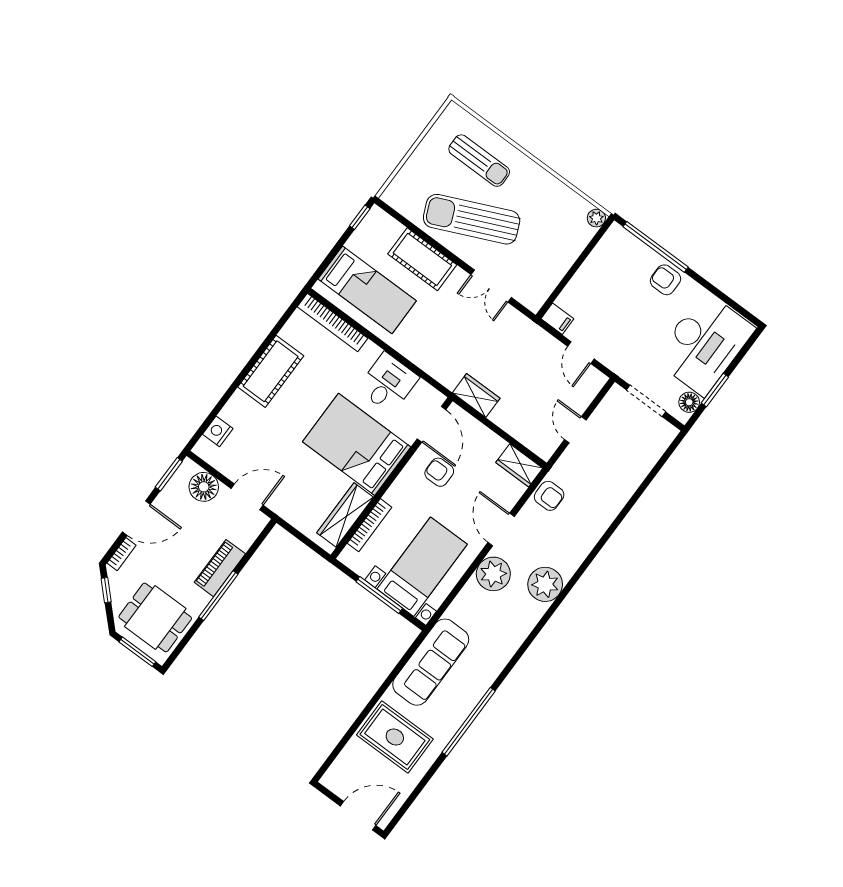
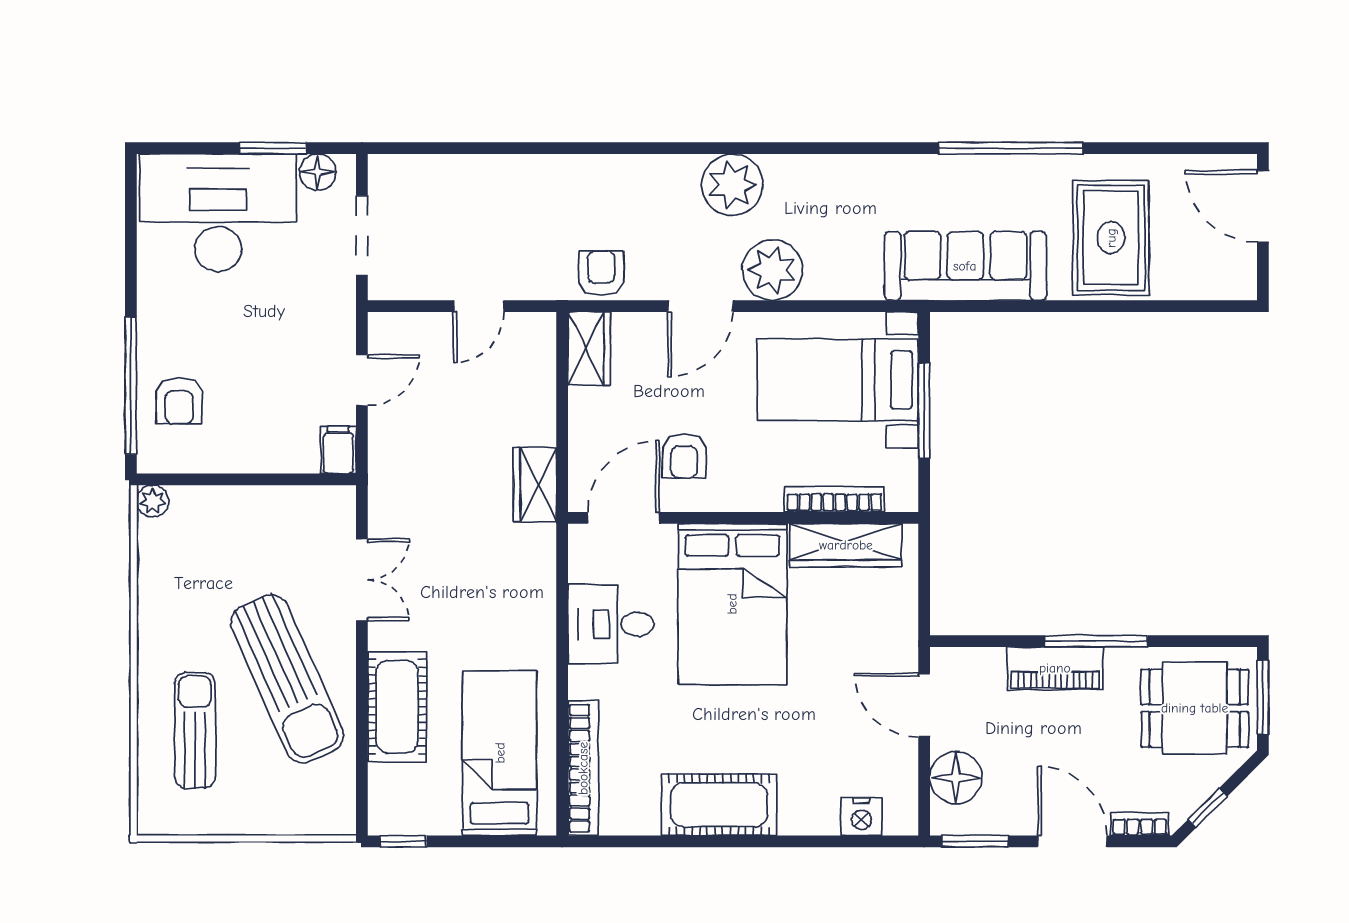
armchair: (665, 280) -> (179, 401), moved
dining table: (155, 617) -> (1195, 708), turned 90

